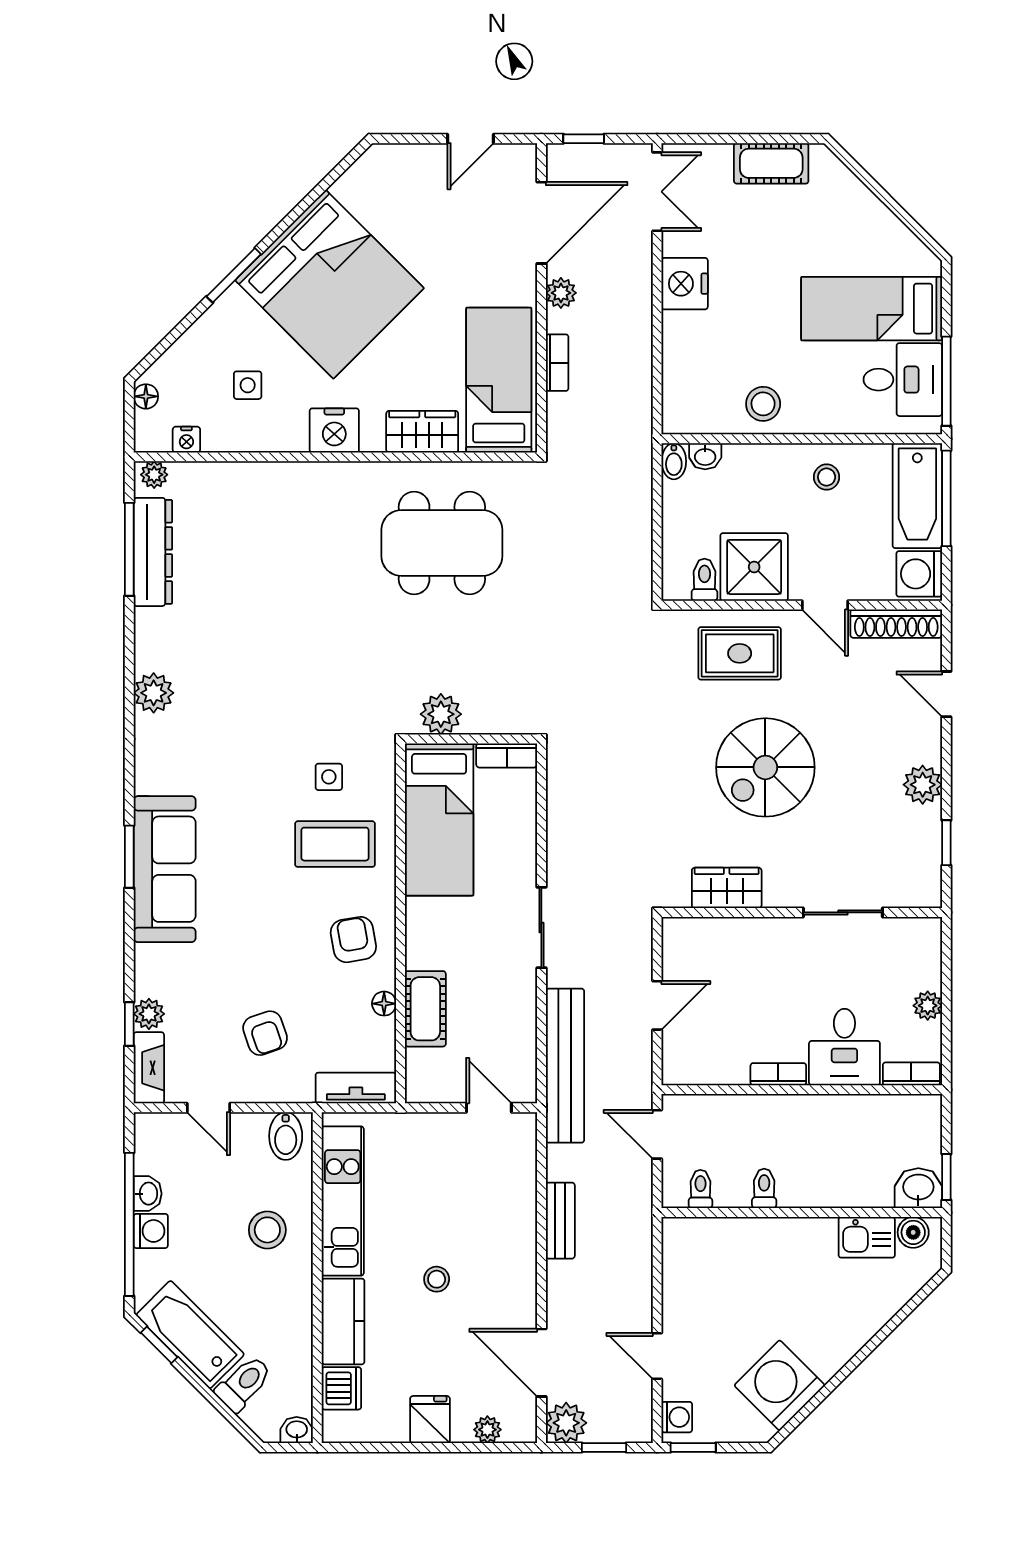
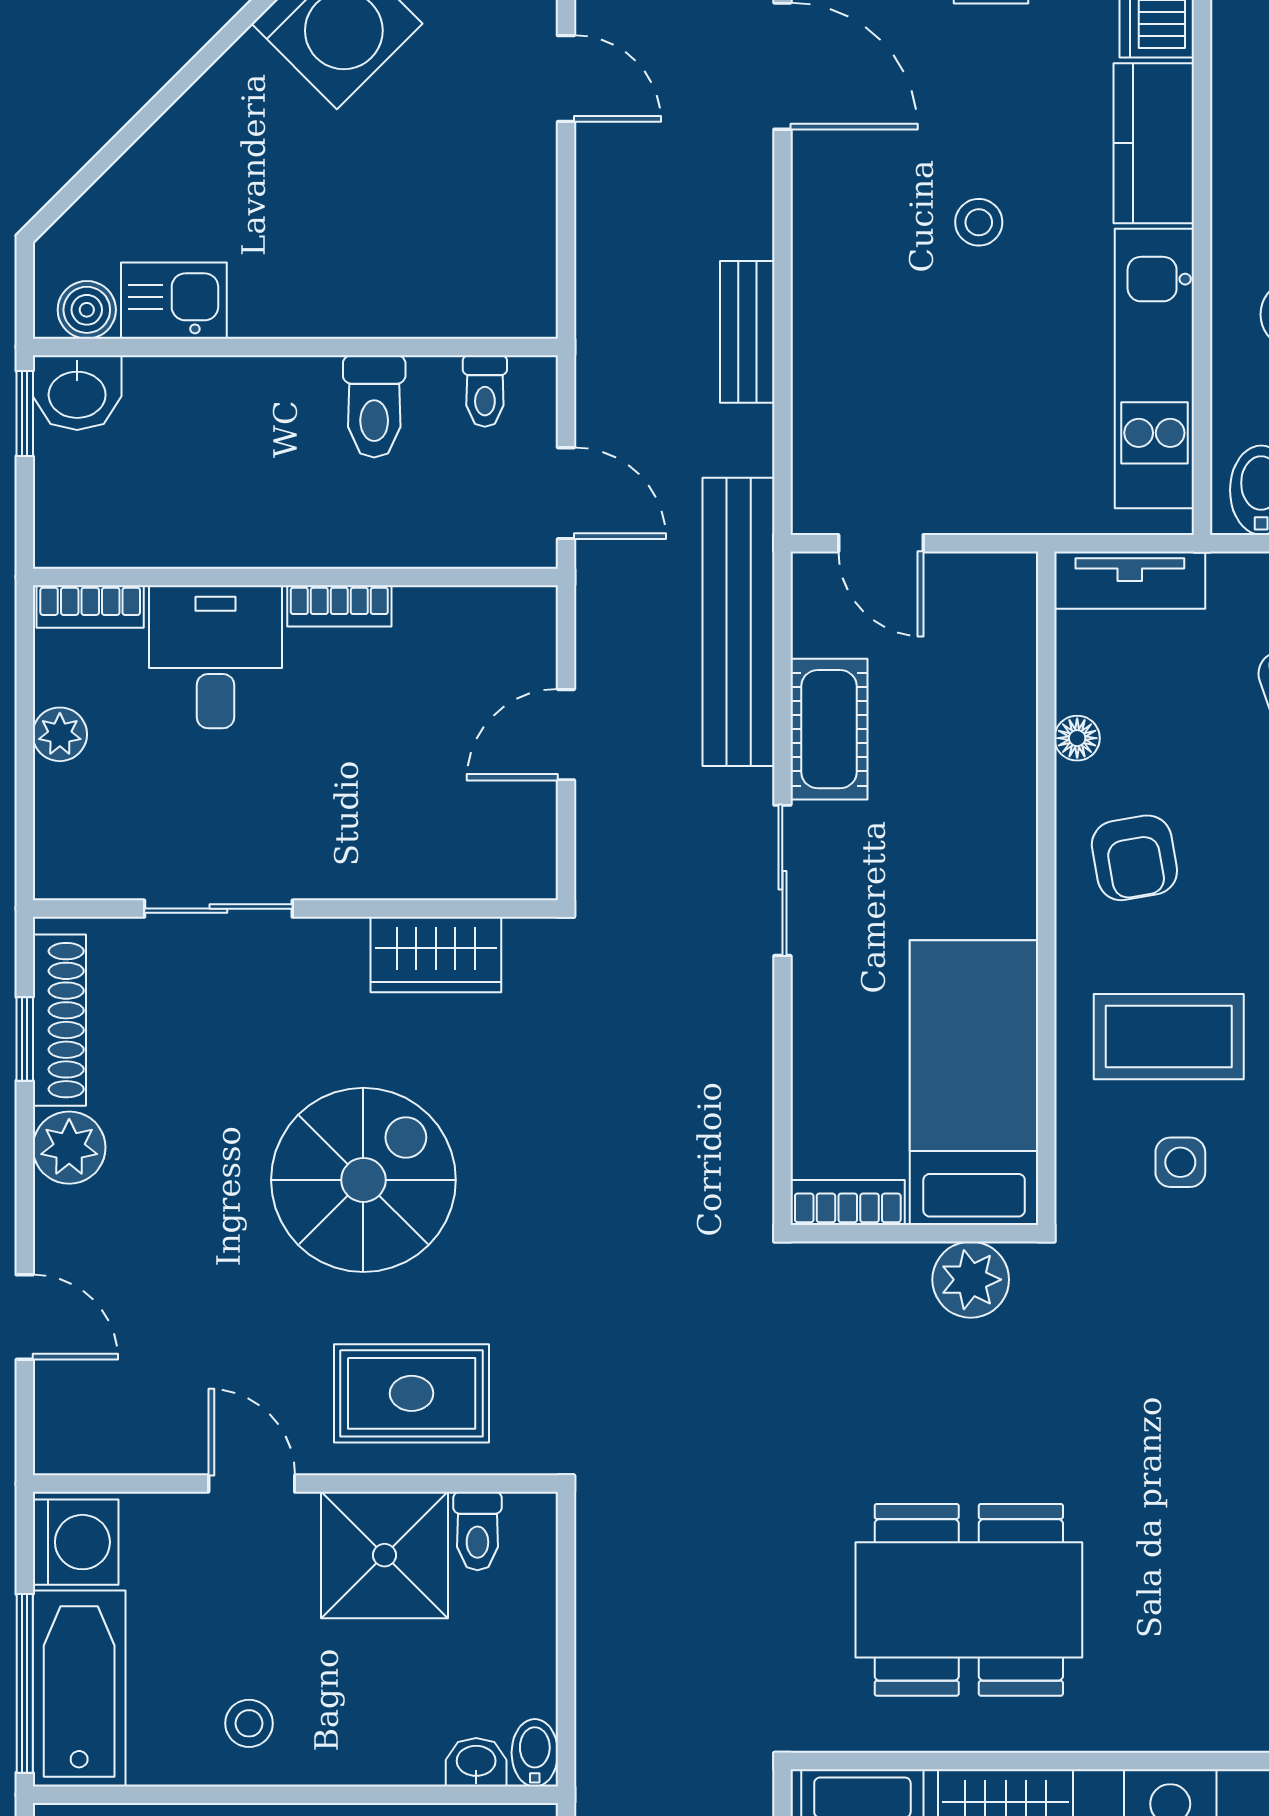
shoe rack: (896, 624) -> (59, 1020), moved, turned 90
cot: (425, 1009) -> (829, 729), moved
toilet: (764, 1188) -> (374, 406), width x1.37, depth x1.39

